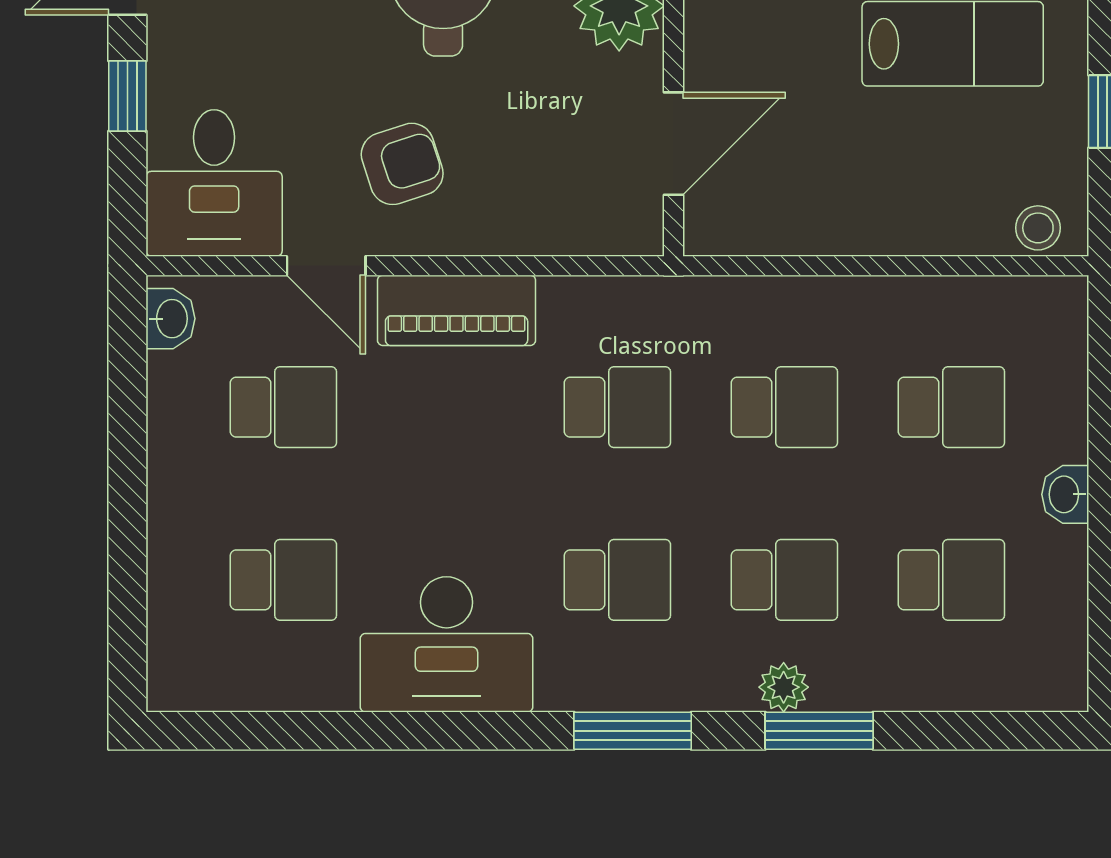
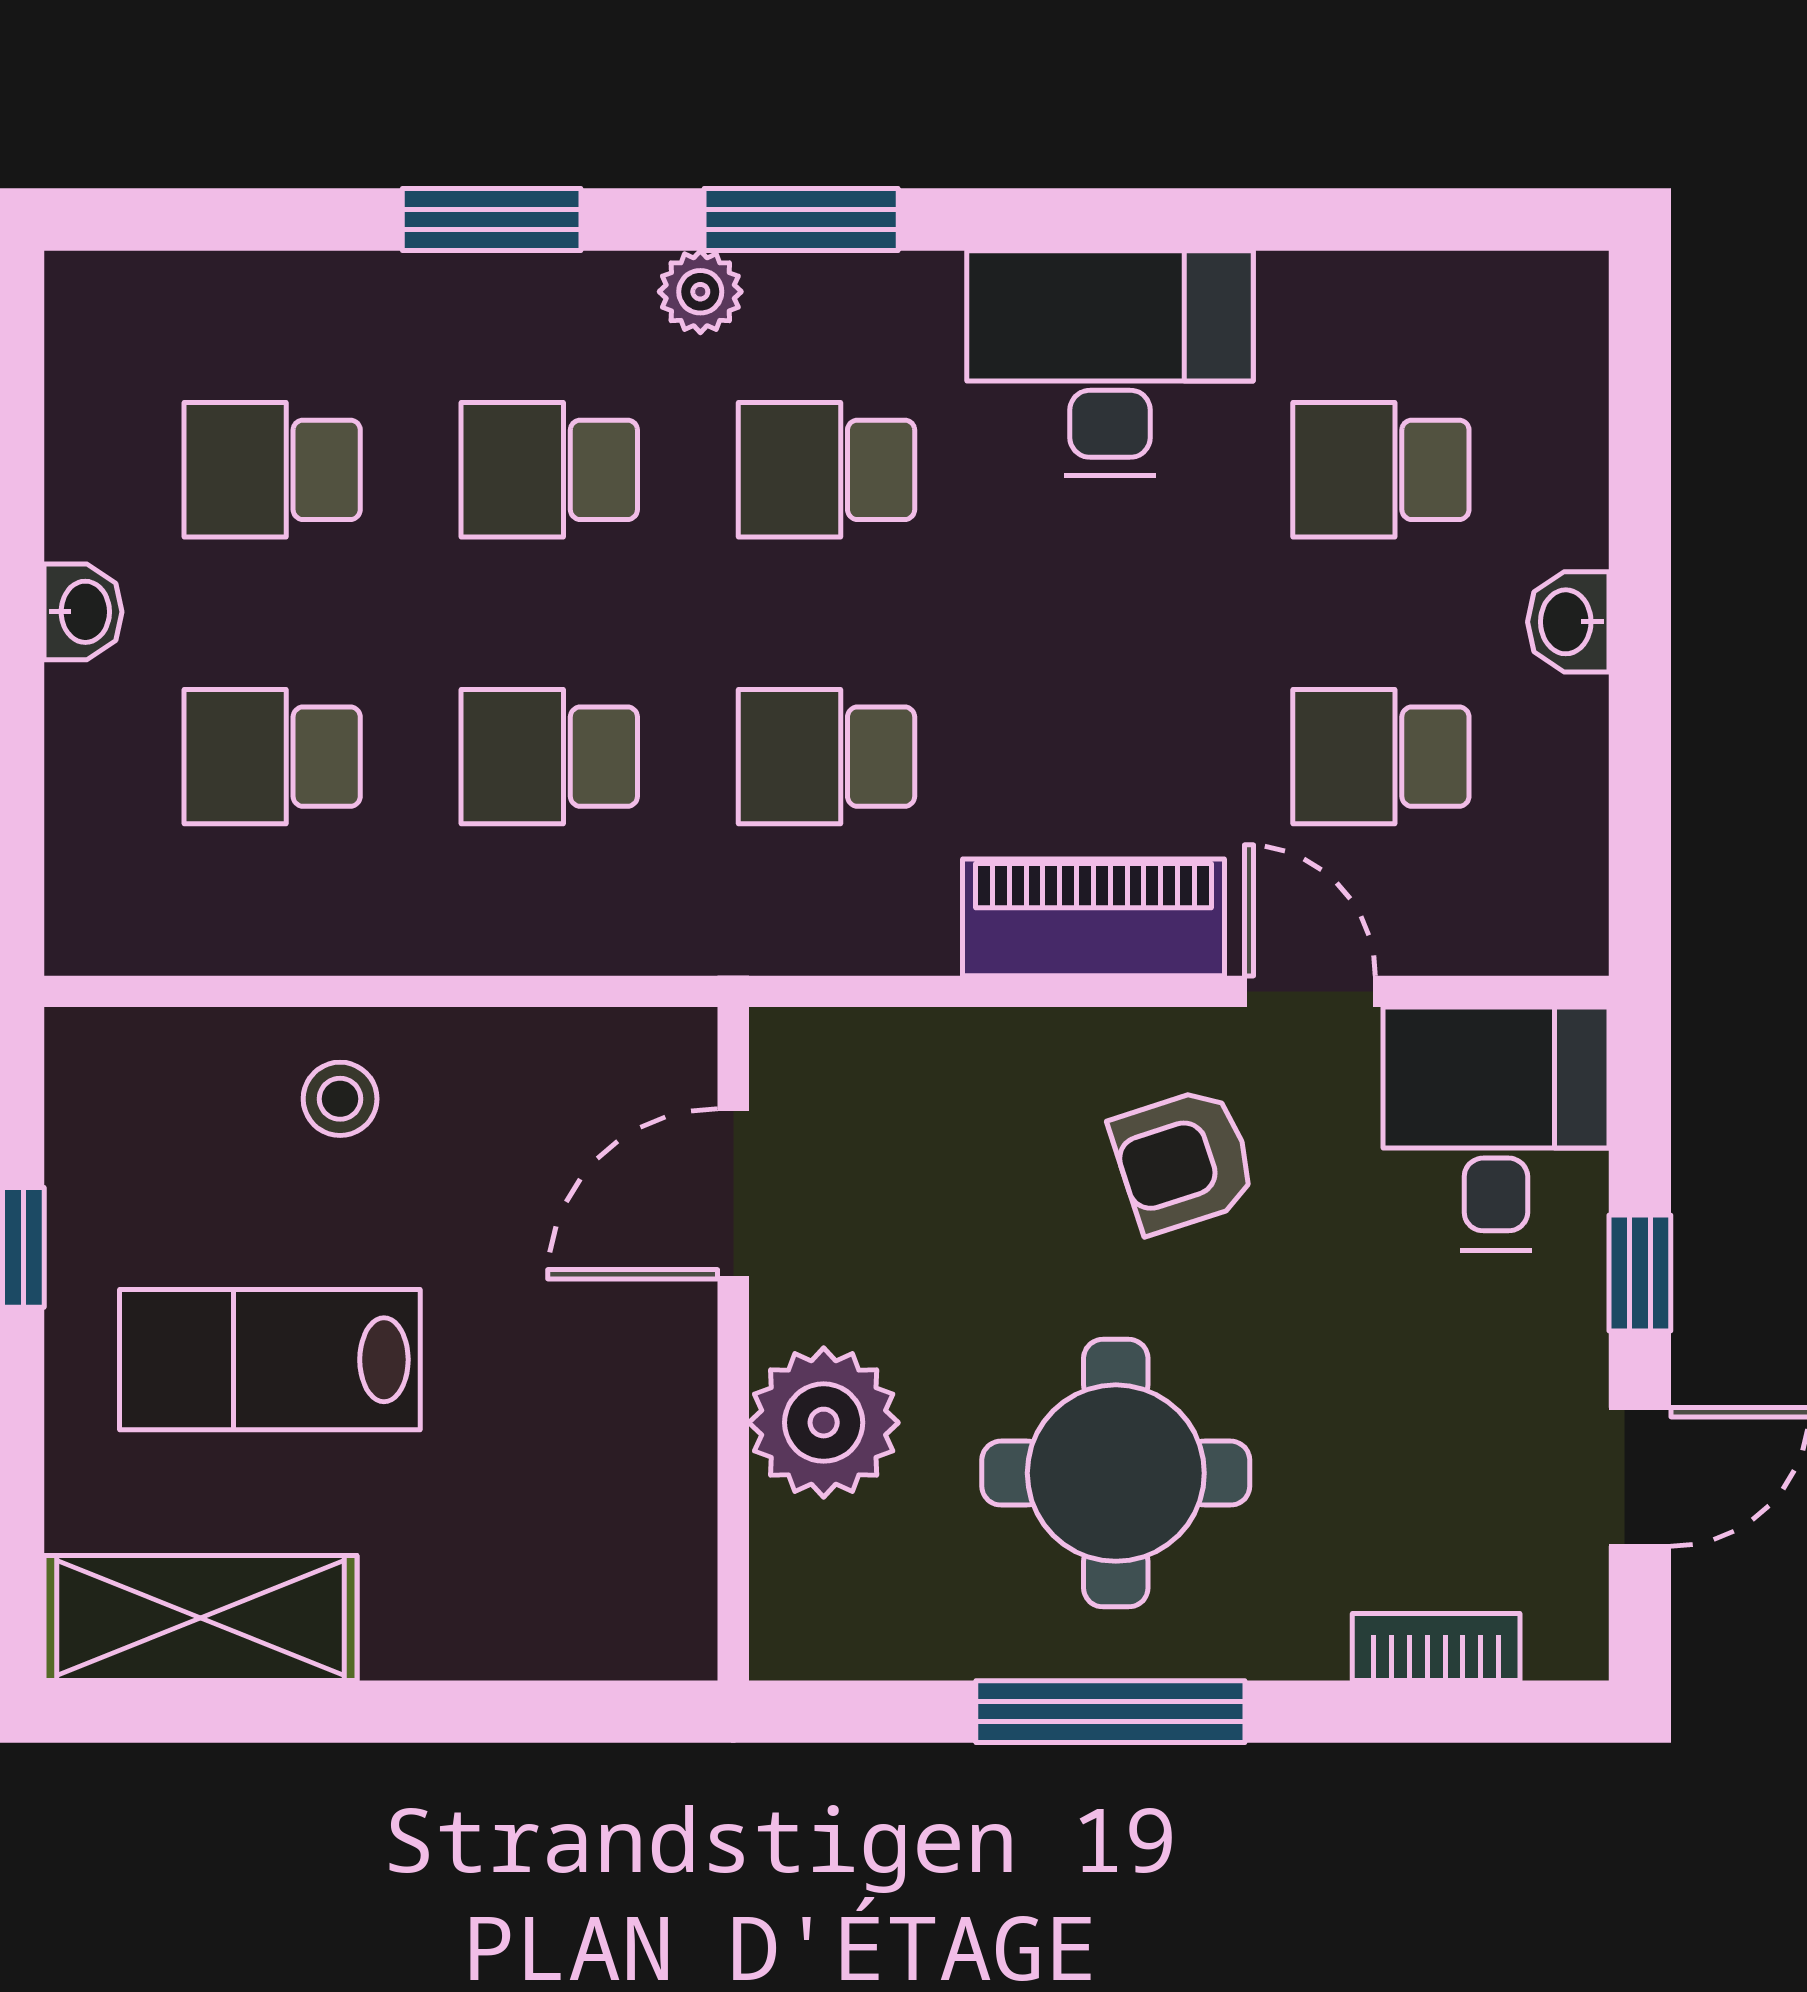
stool: (1038, 228) -> (340, 1099), moved
washbasin: (170, 319) -> (1568, 622), moved
plant: (784, 687) -> (700, 292), moved

